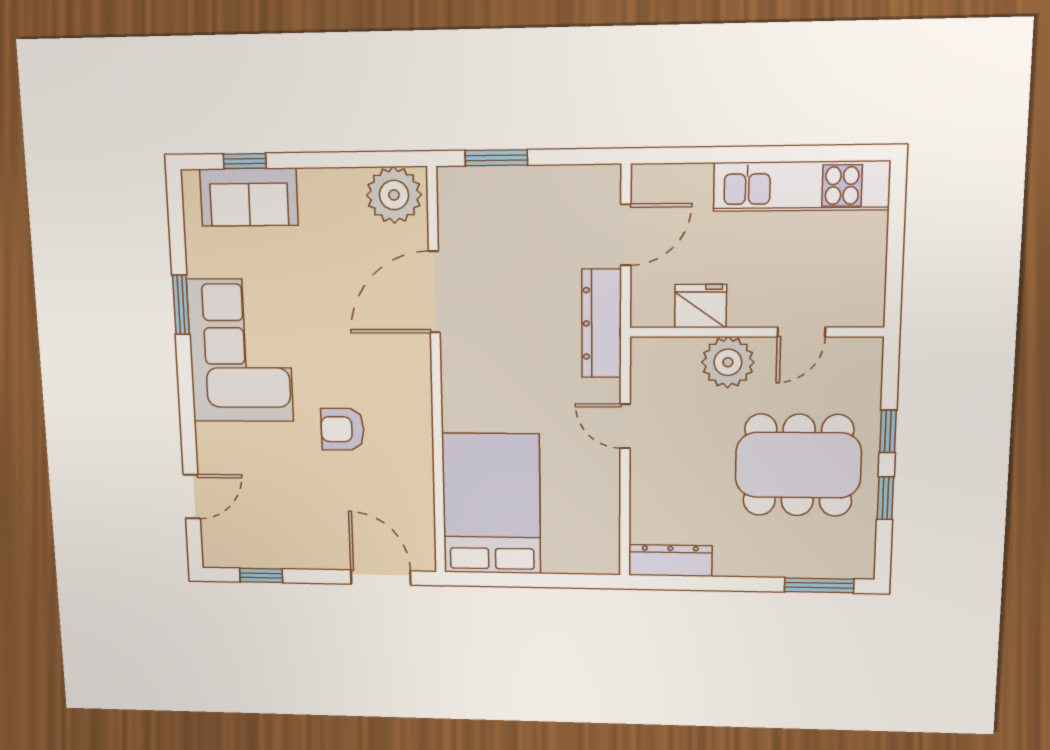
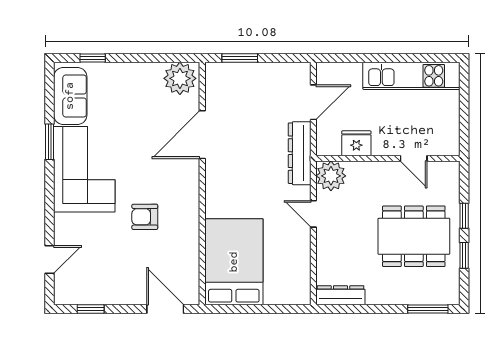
sofa: (249, 197) -> (70, 96), moved, turned -90
door: (801, 332) -> (414, 158), hinge flipped
plant: (728, 362) -> (331, 176), moved

